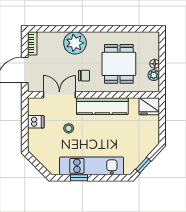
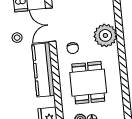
dining table: (119, 64) -> (88, 83), turned 90
double door: (59, 95) -> (51, 25), swing flipped

